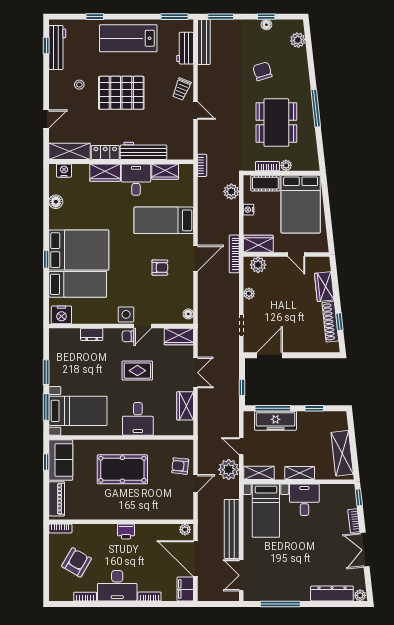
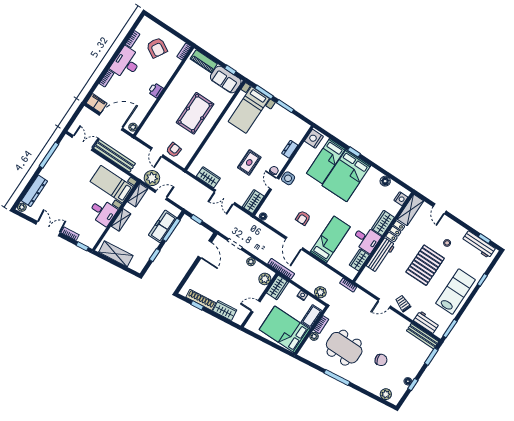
desk: (138, 419) -> (220, 143), removed

